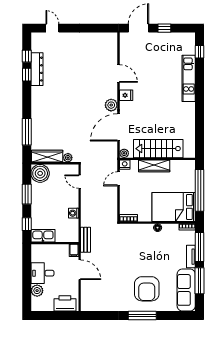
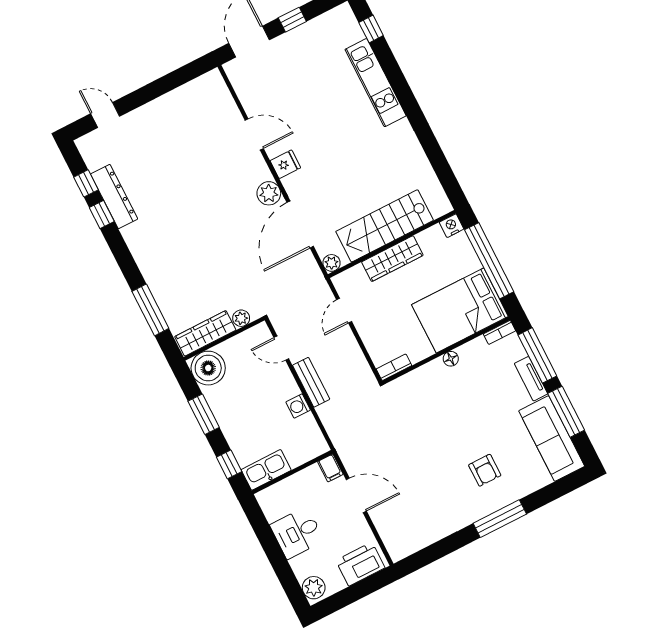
nightstand: (125, 165) -> (452, 226), moved
bench: (86, 240) -> (311, 382), moved
armchair: (147, 289) -> (485, 470), width x0.53, depth x0.53
plant: (37, 291) -> (314, 588), moved

